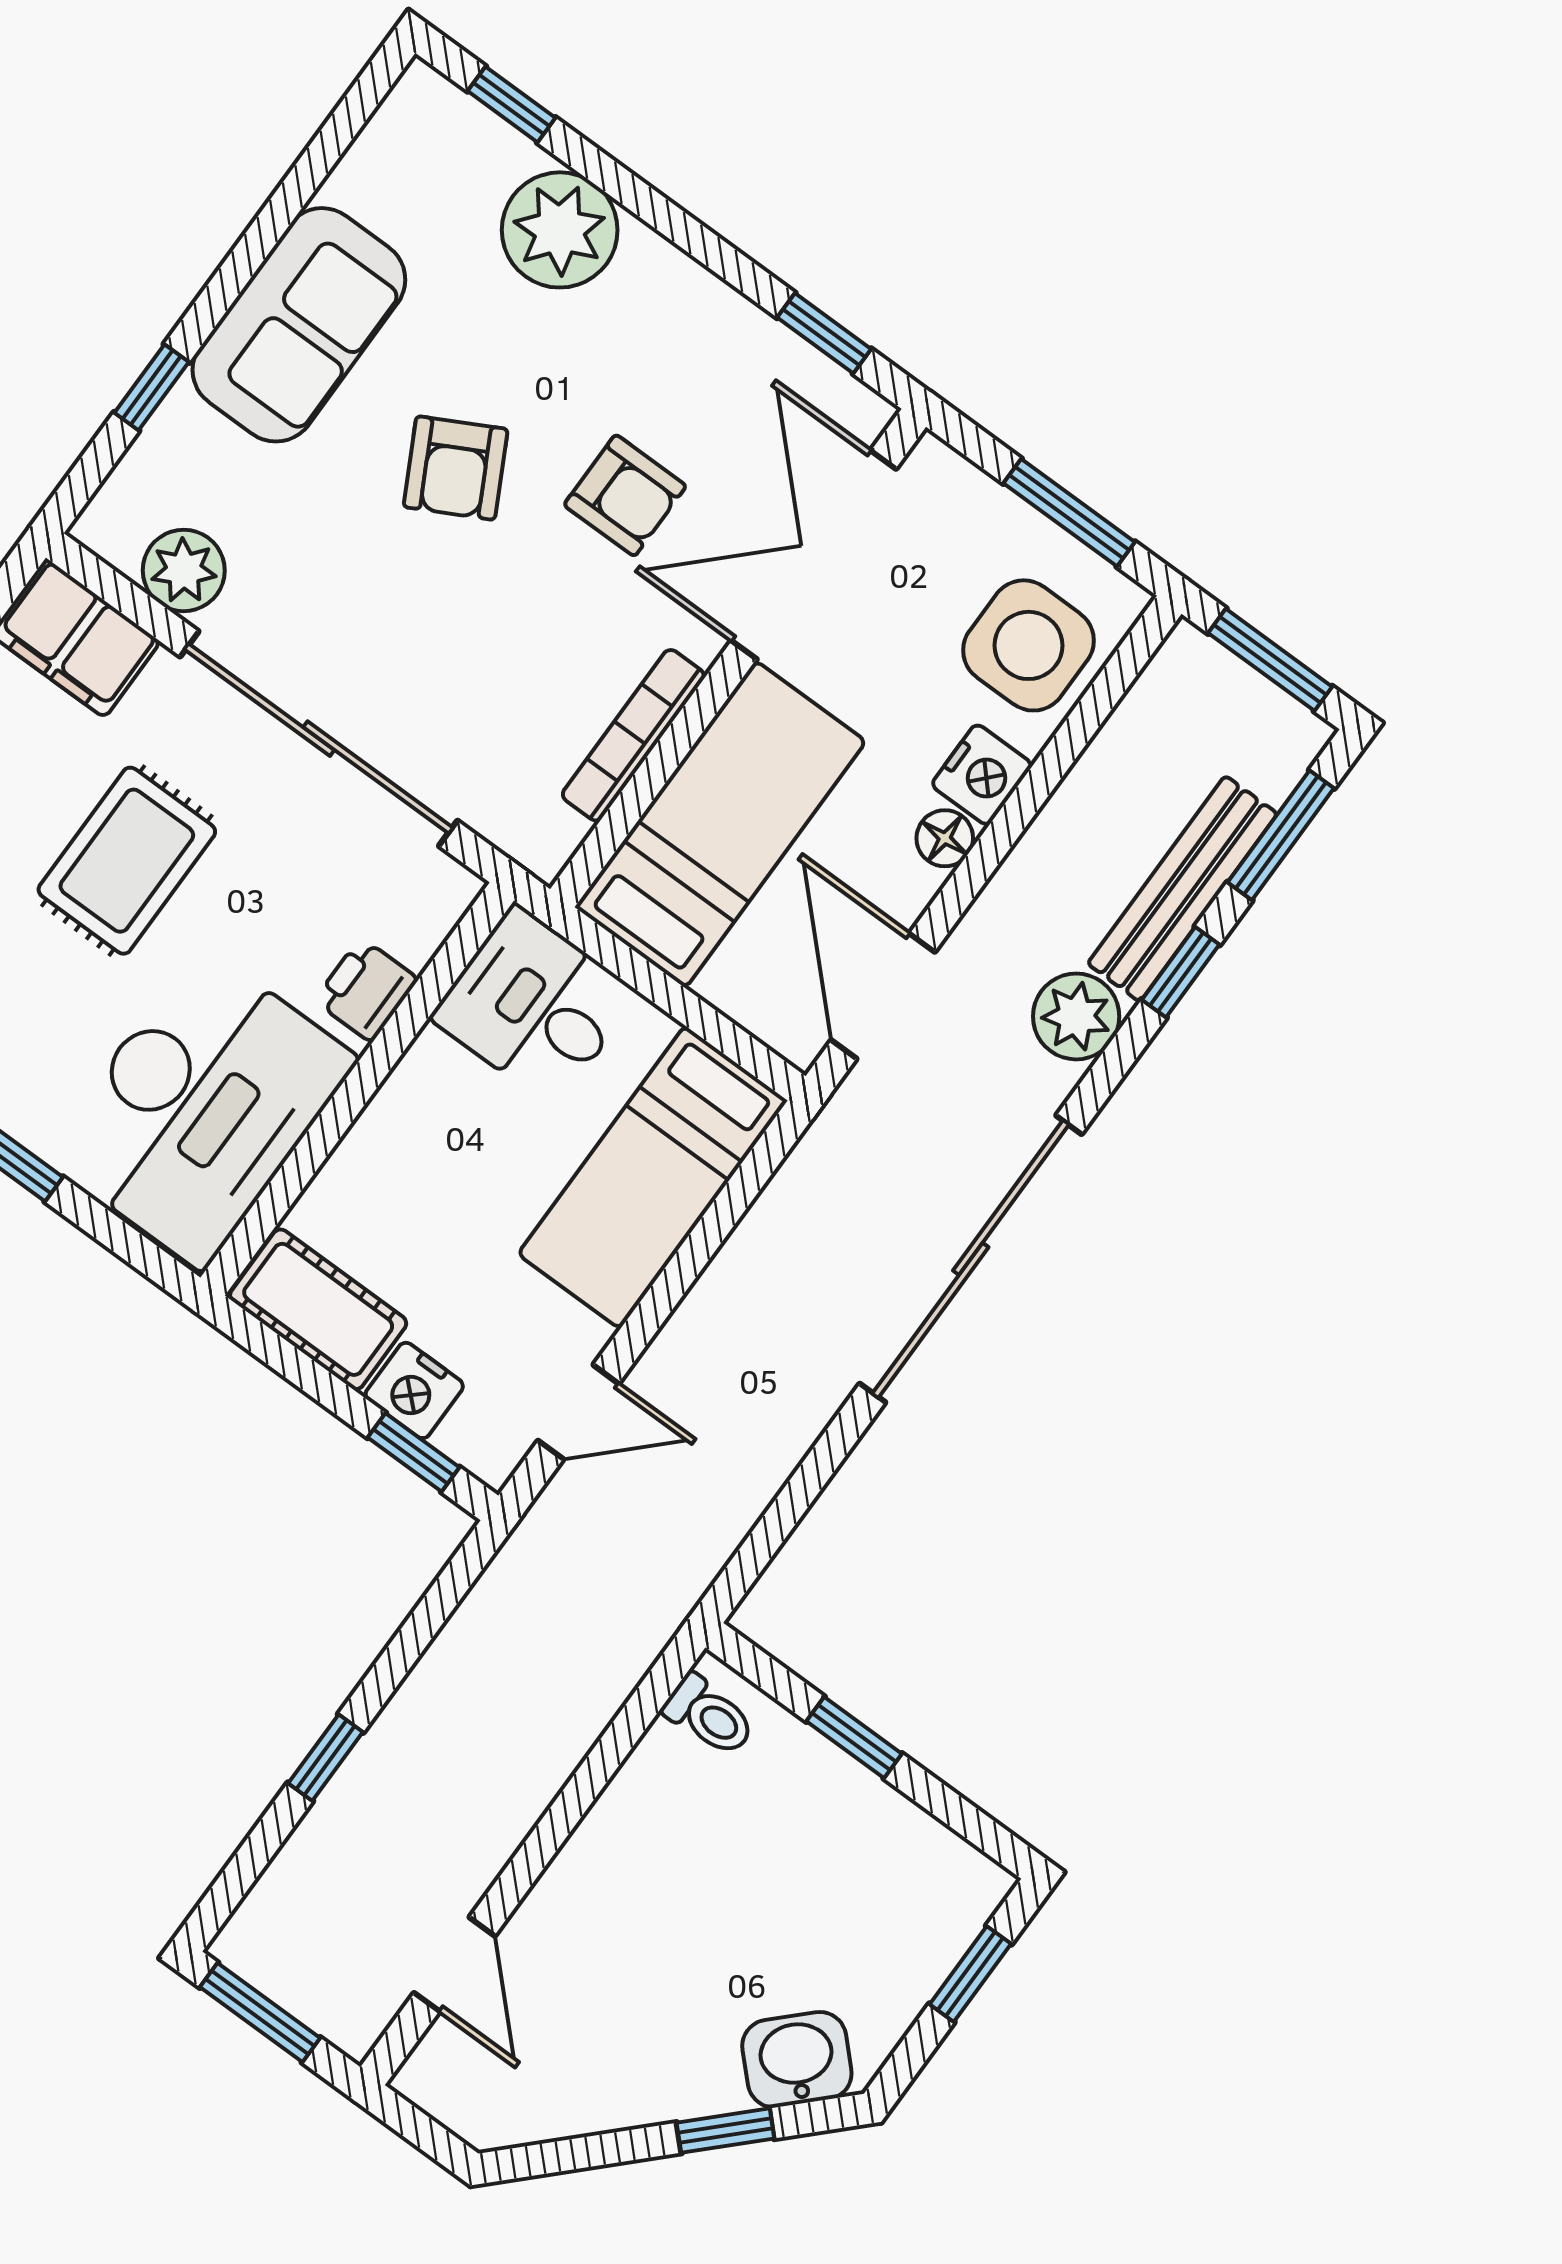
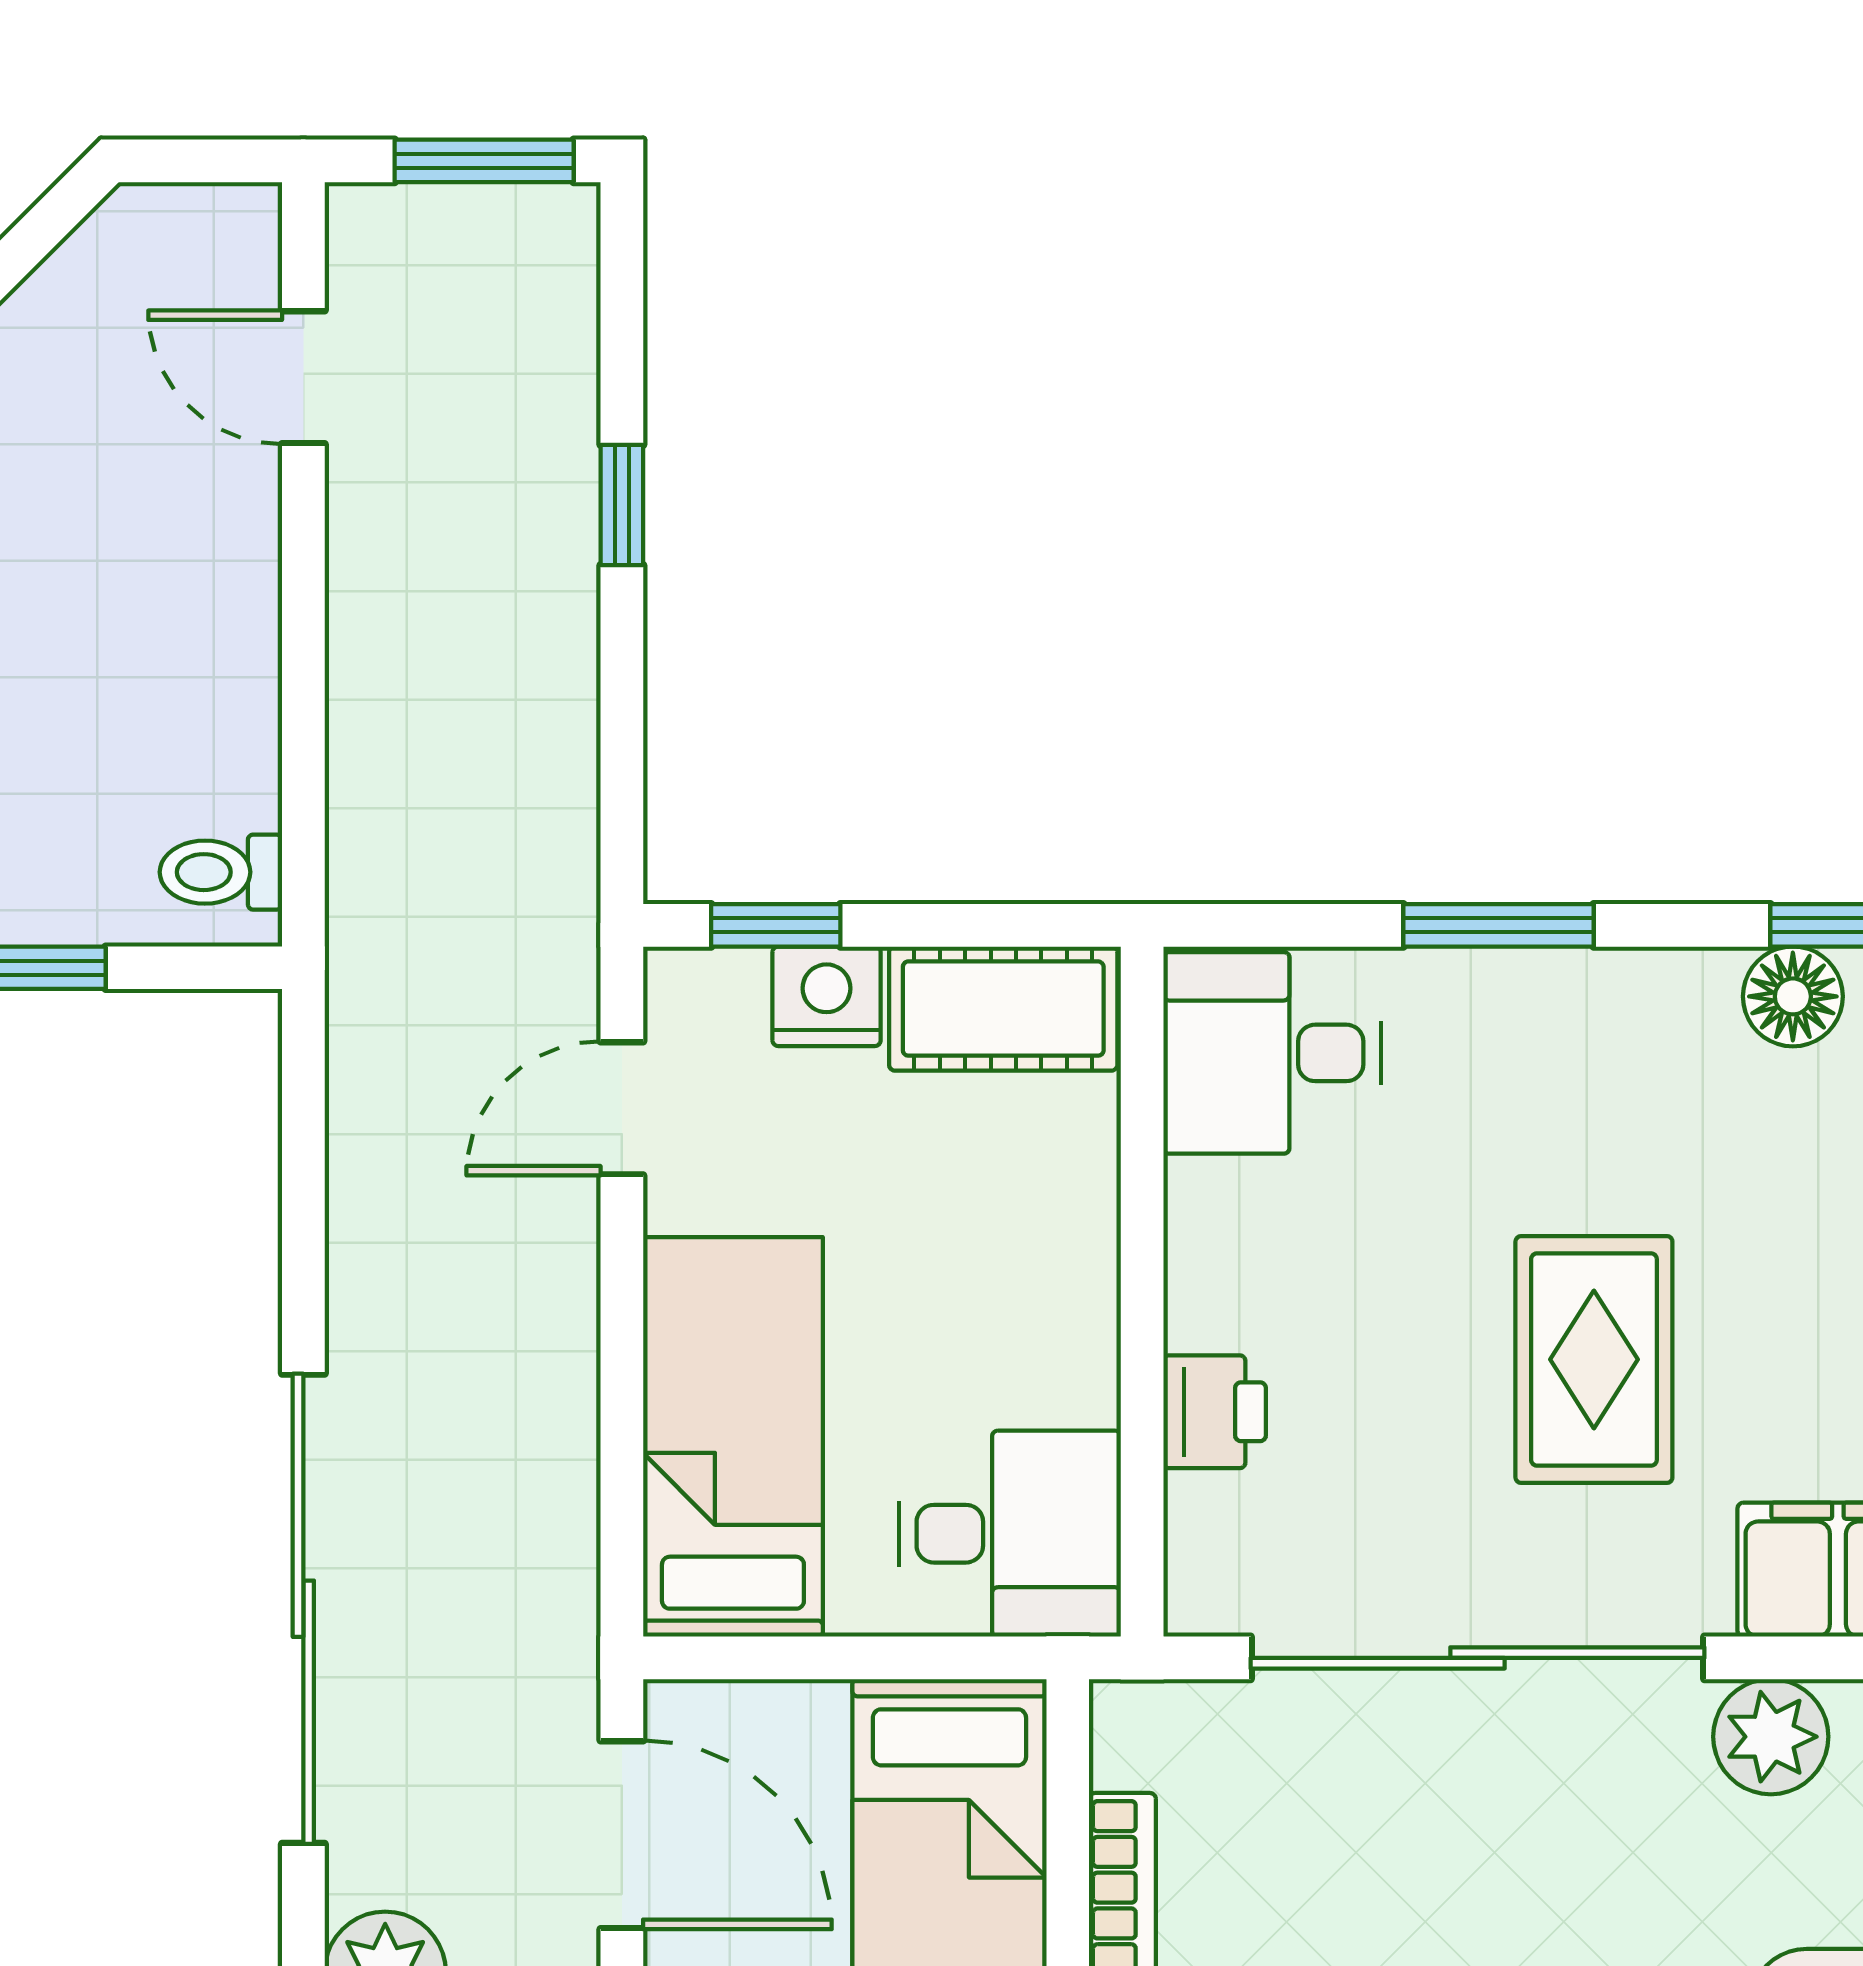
desk: (201, 1107) -> (1272, 1053), width x0.53, depth x0.77

